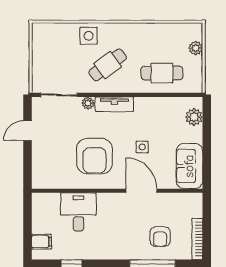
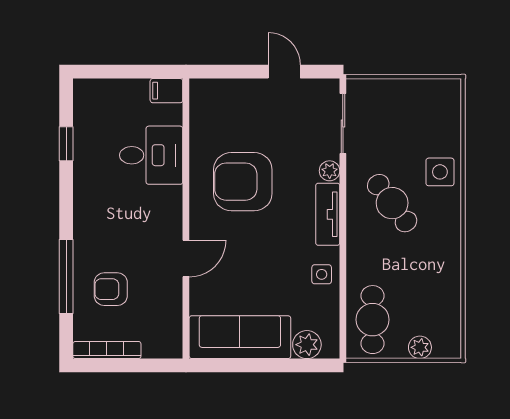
cafe table: (162, 73) -> (373, 320), moved
side table: (142, 147) -> (322, 274), moved
sofa: (189, 166) -> (240, 337), width x1.36
door: (141, 191) -> (186, 258), width x0.73
filing cabinet: (41, 242) -> (166, 91), moved, turned 90

